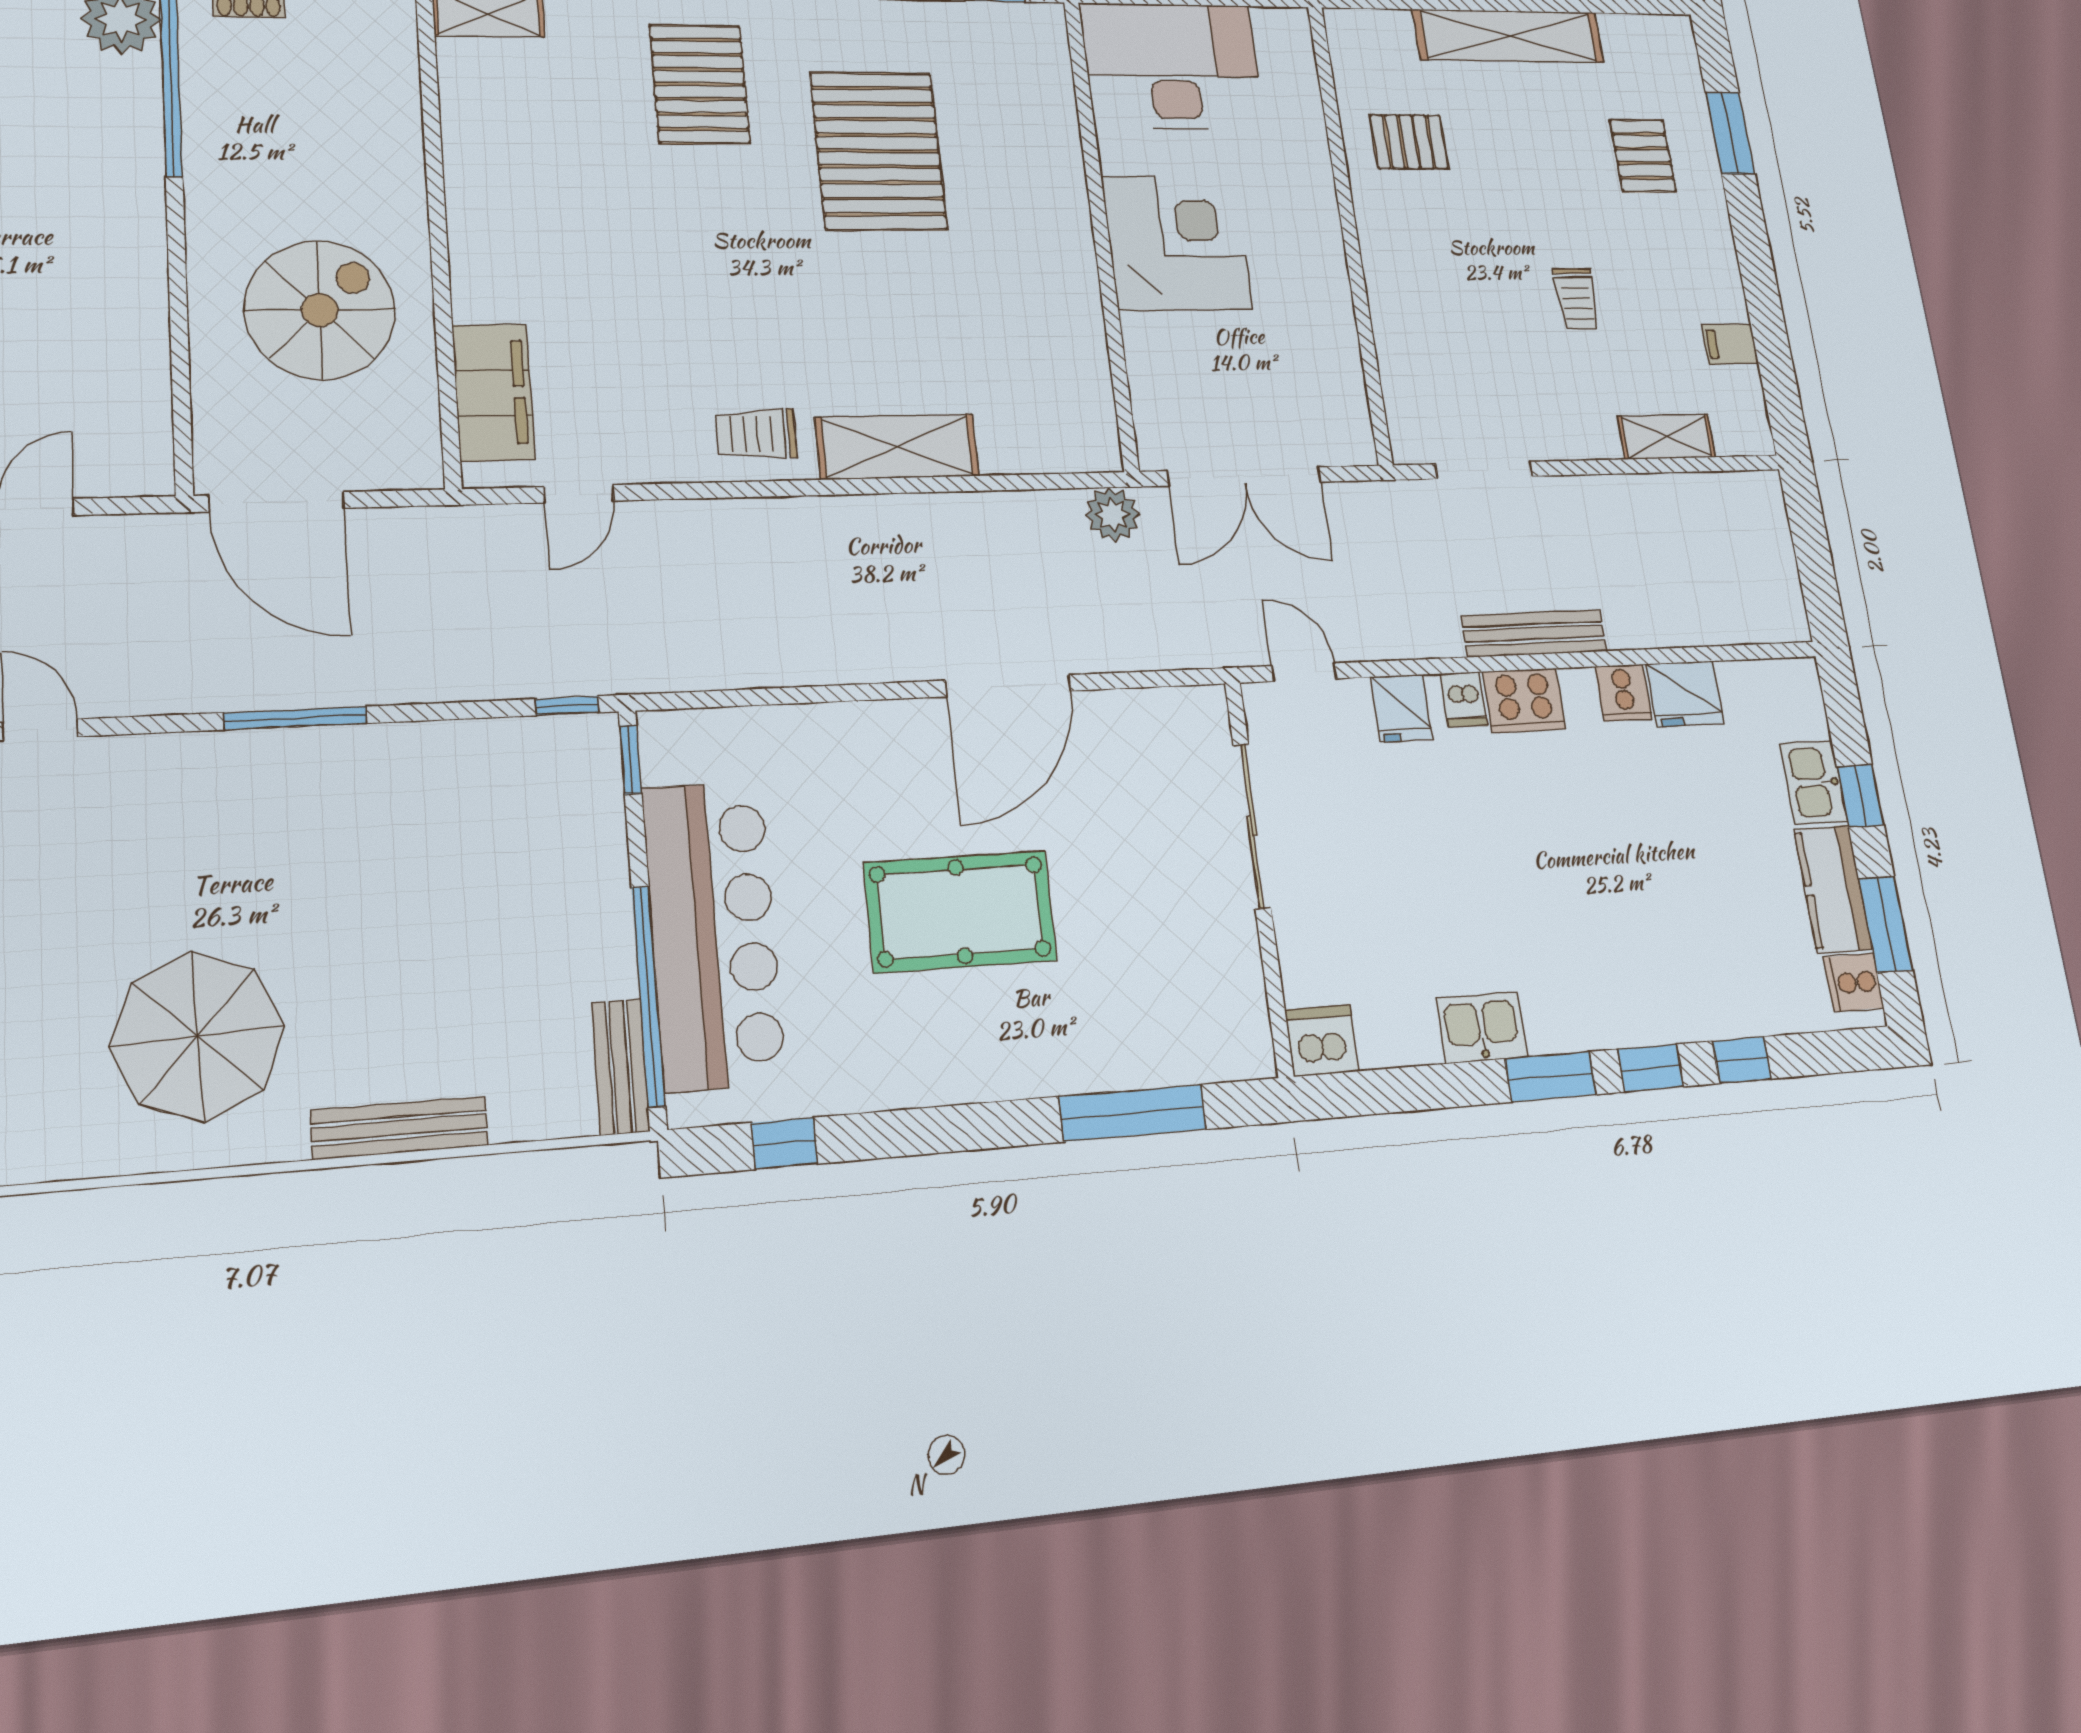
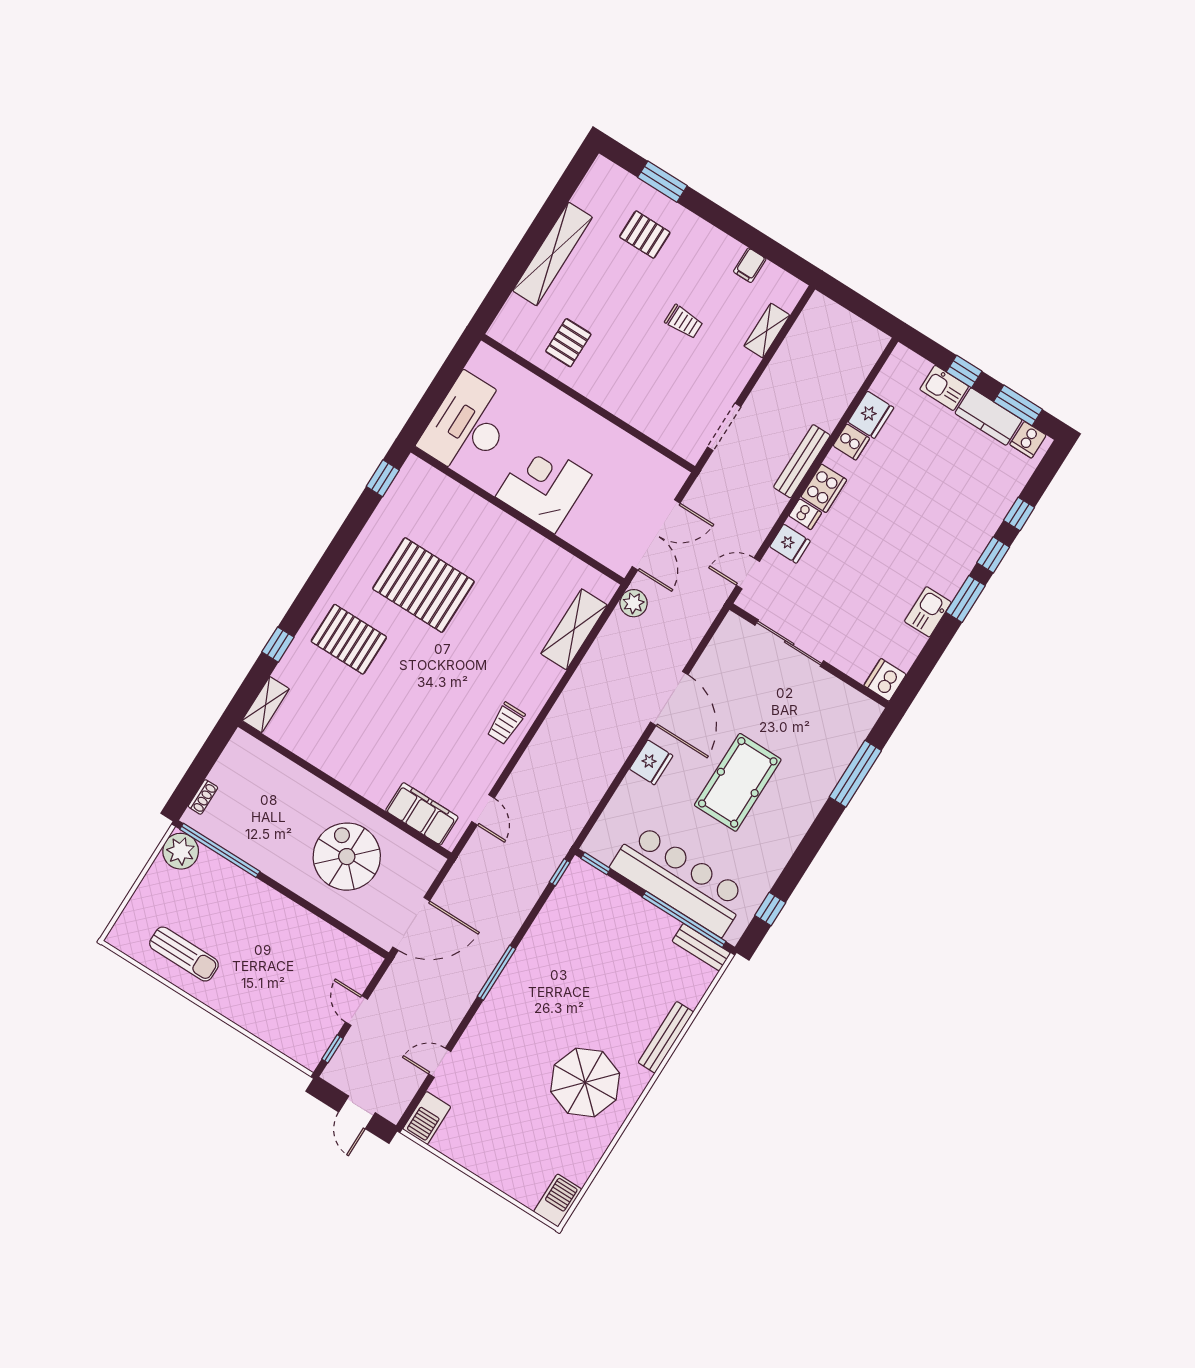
shelving: (897, 447) -> (574, 629), moved
fridge: (879, 732) -> (651, 762), added

